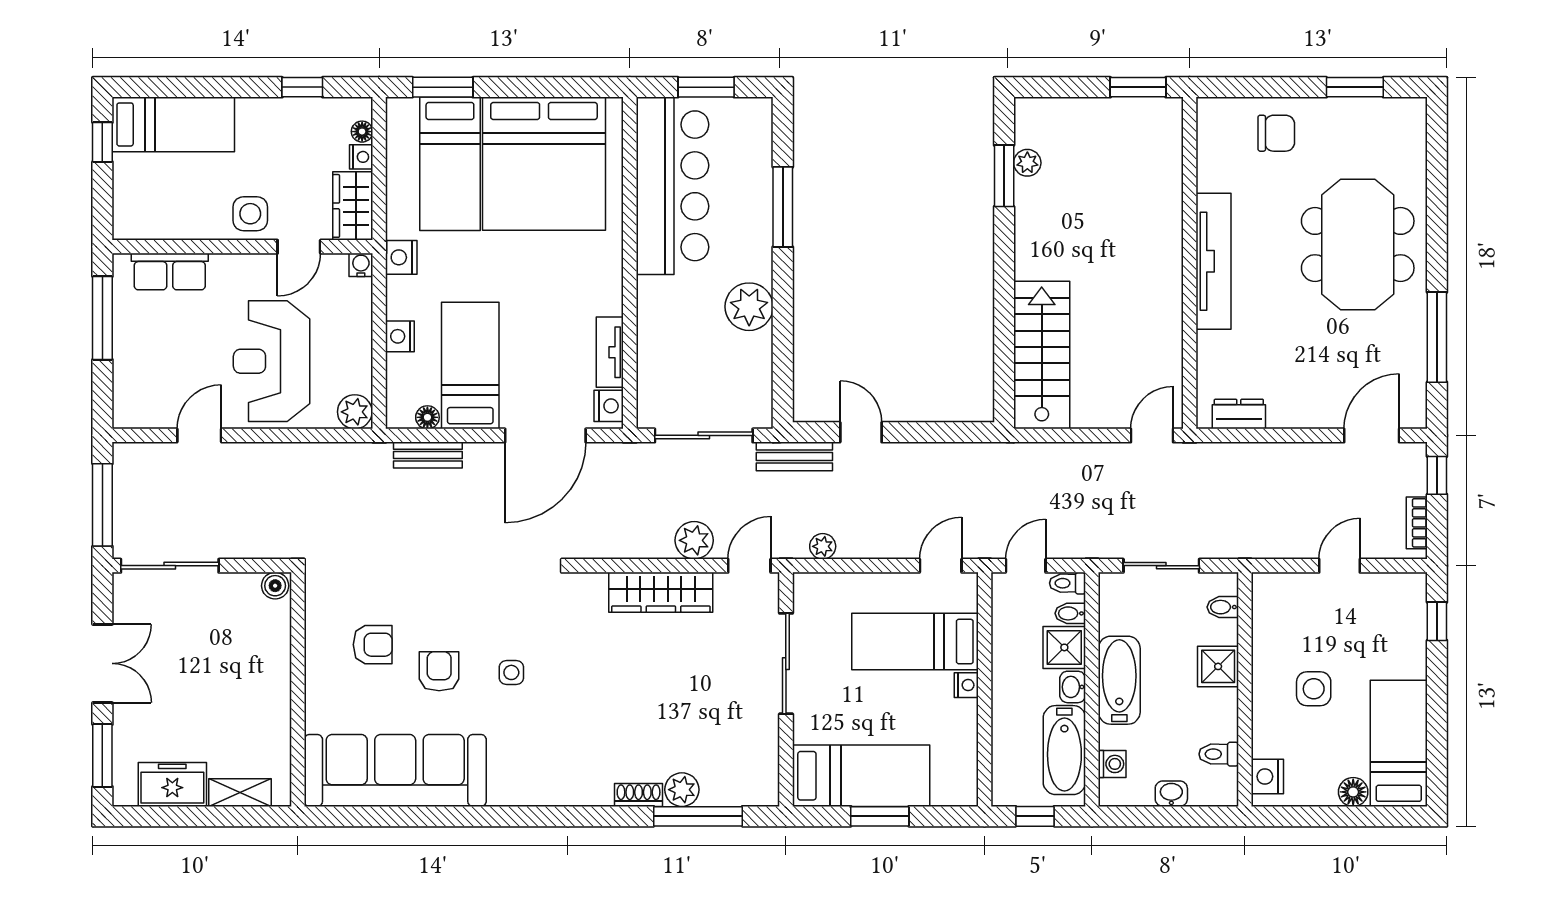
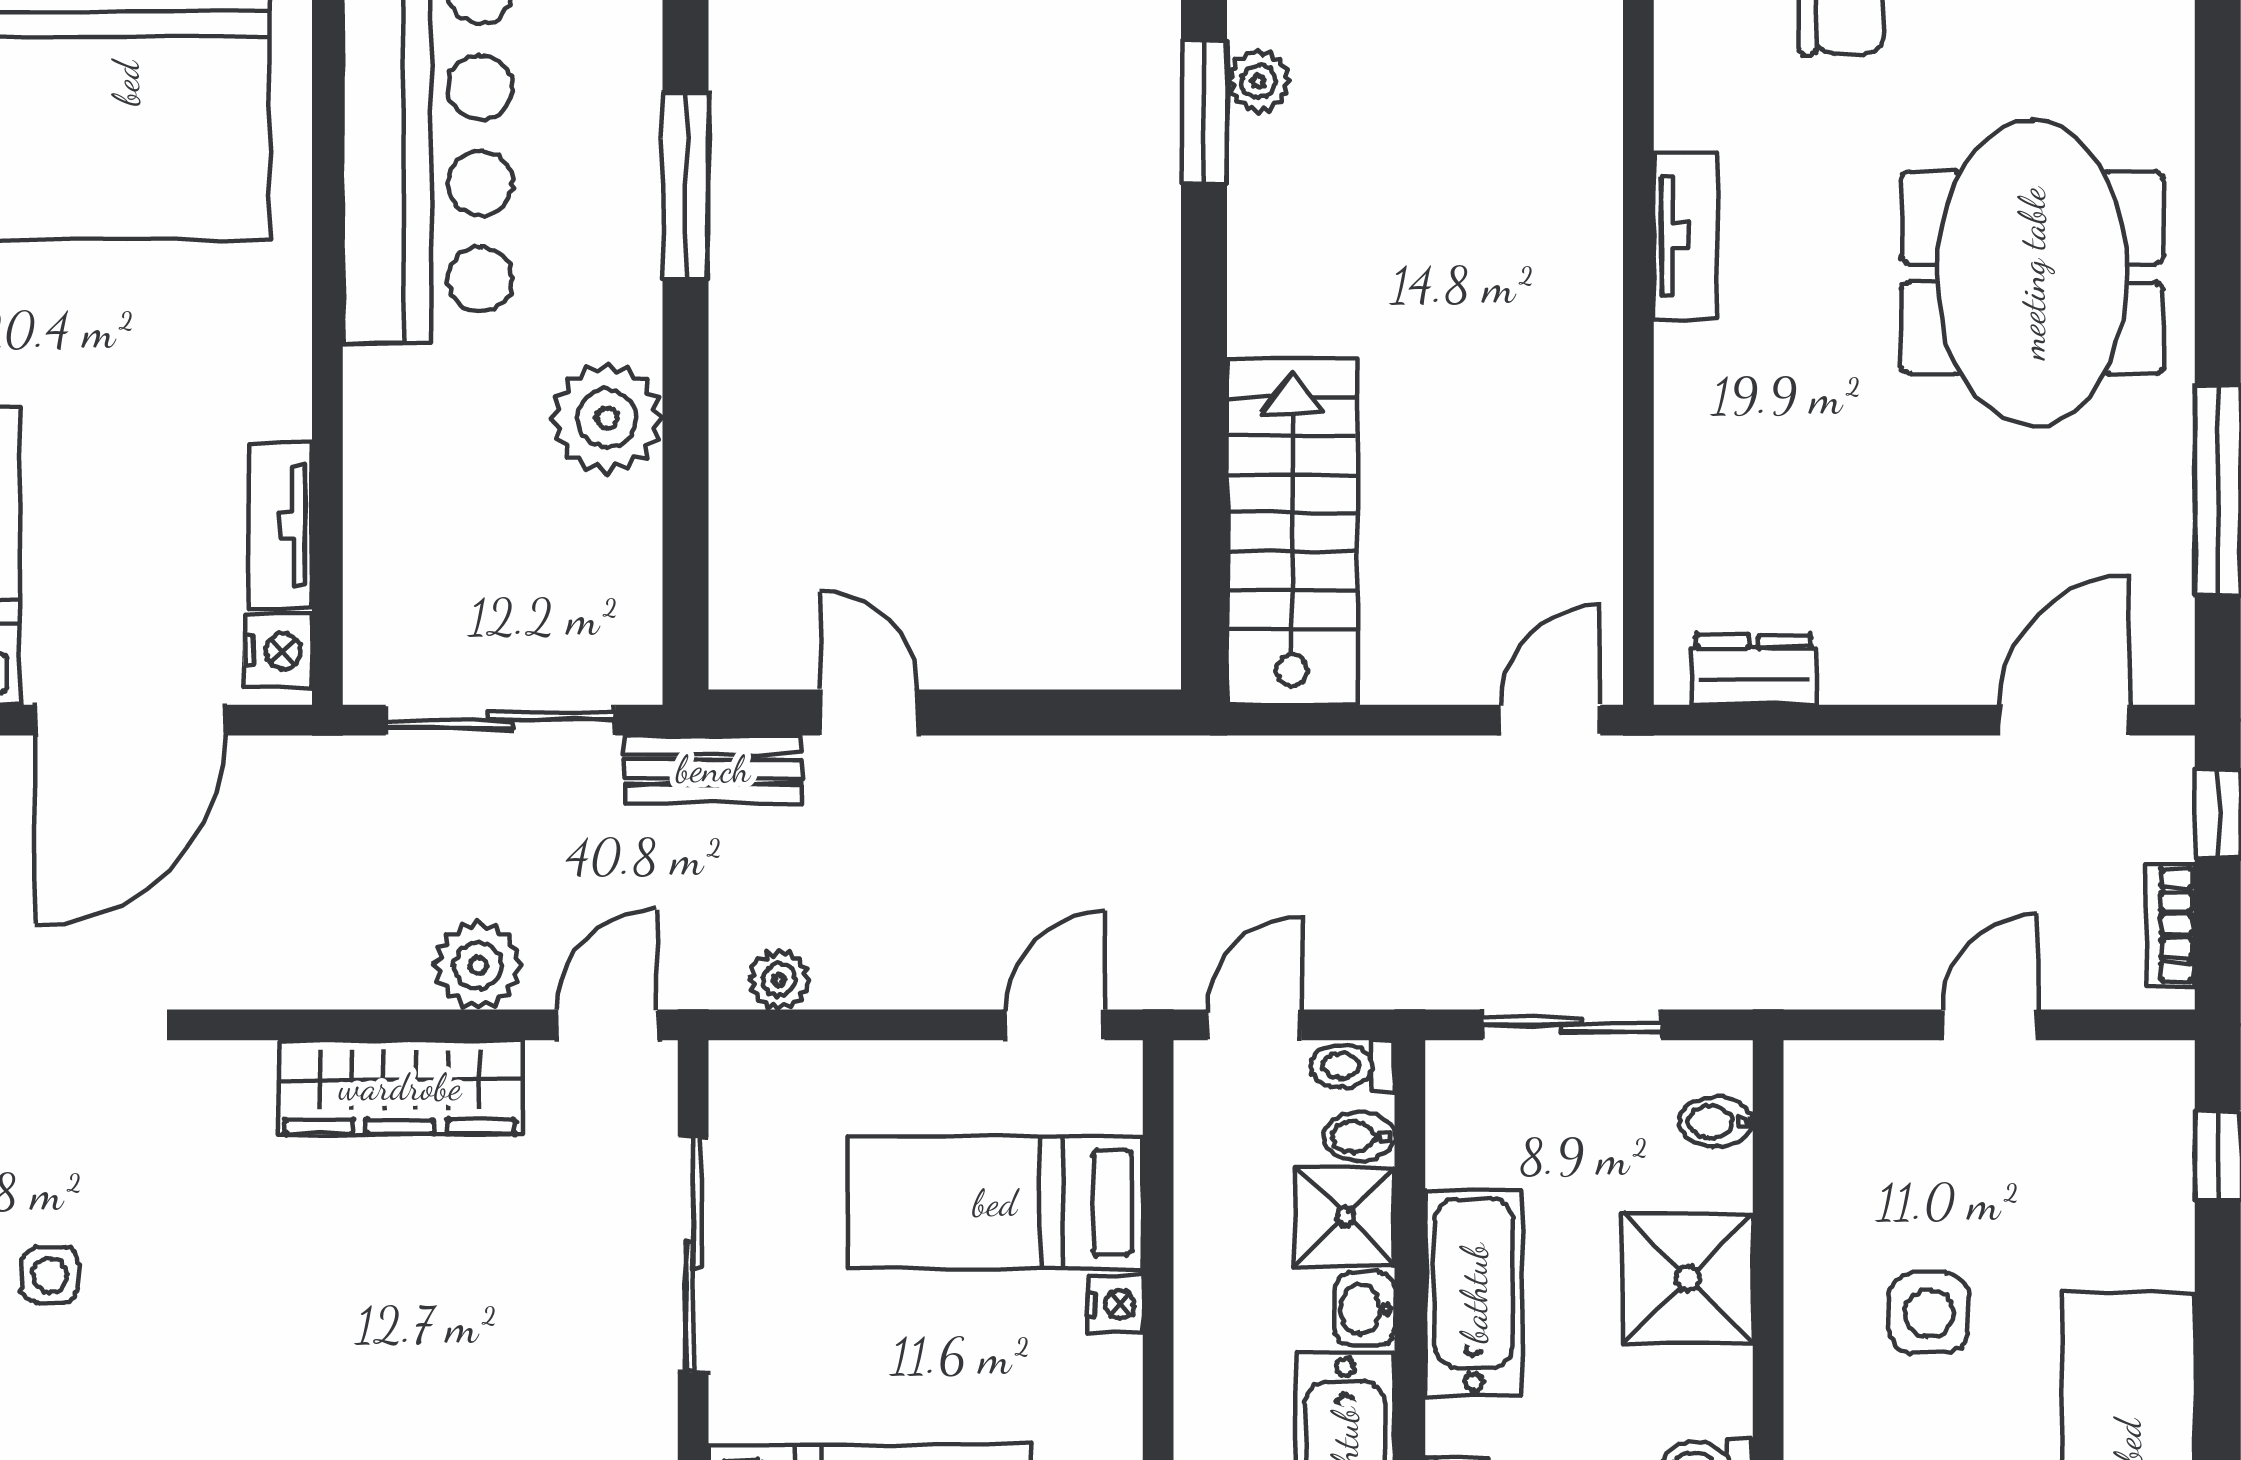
tv unit: (1214, 261) -> (1685, 236), width x0.52, depth x0.78
shower: (1218, 666) -> (1688, 1278), width x1.36, depth x1.36

